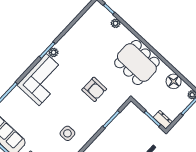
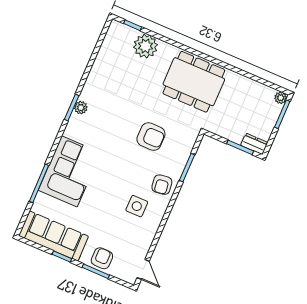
plant: (116, 23) -> (146, 46), width x1.88, depth x1.88
corner sofa: (43, 80) -> (69, 171), moved
floor lamp: (174, 81) -> (250, 89), removed
armchair: (90, 125) -> (162, 185), added

